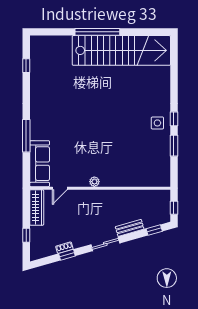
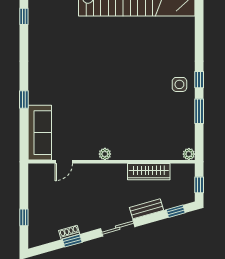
window: (26, 136) -> (24, 100), width x0.46
plant: (165, 182) -> (189, 154), added
wardrobe: (37, 208) -> (149, 172), moved, turned 90

